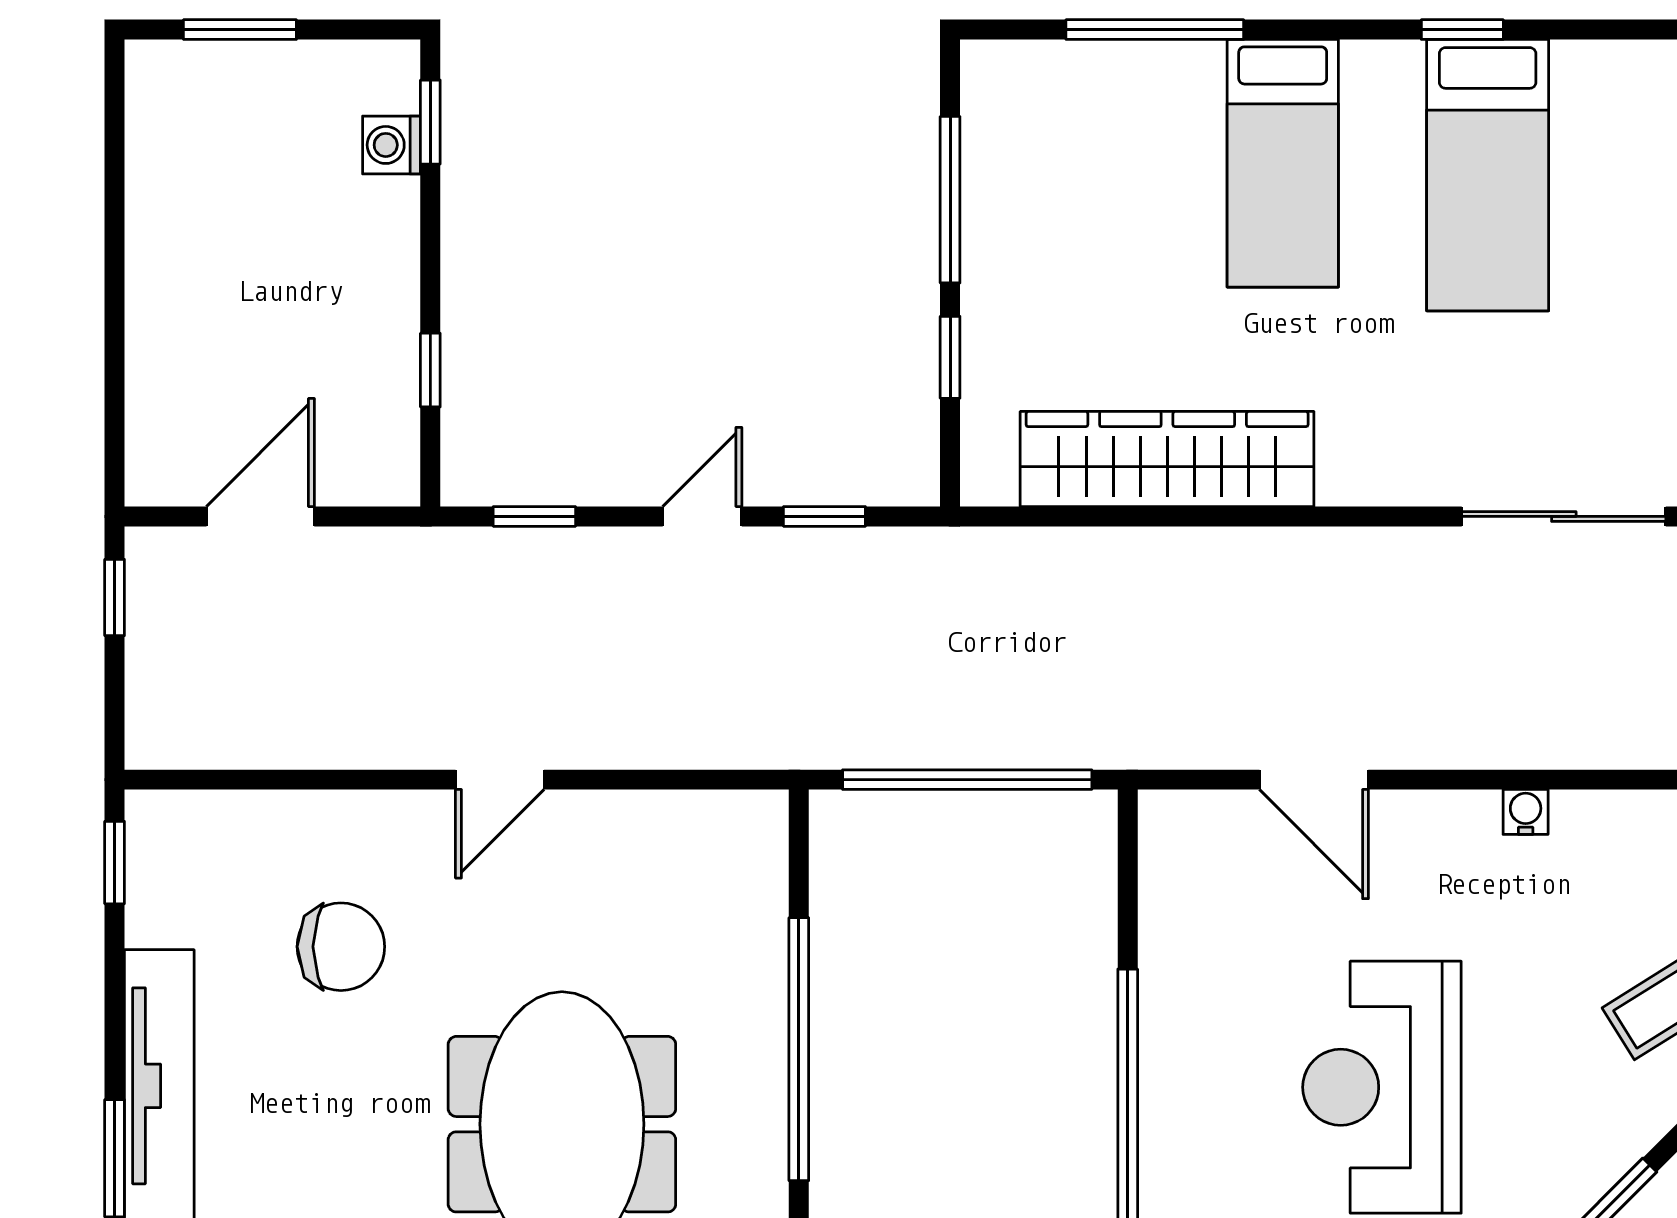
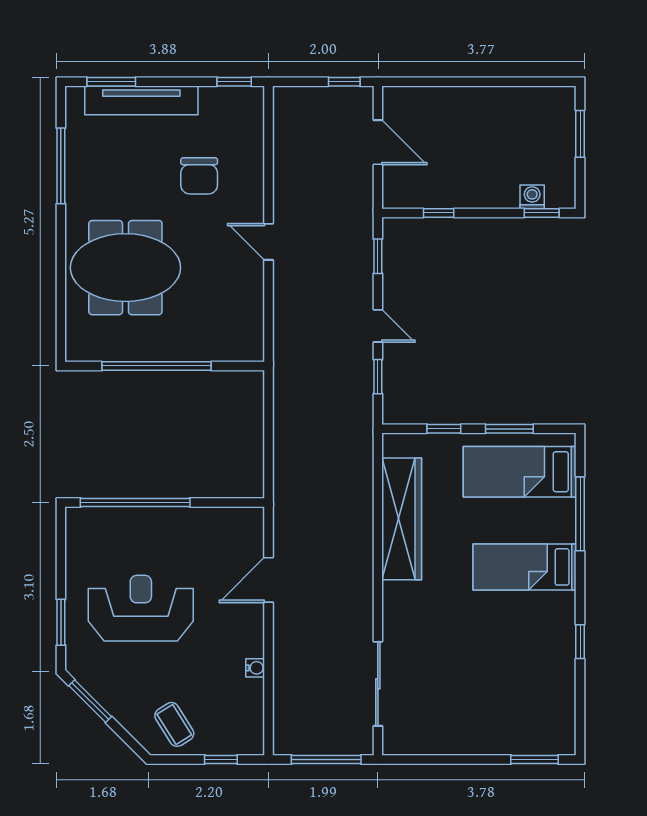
bed: (1488, 175) -> (520, 472), moved
window: (950, 200) -> (509, 429), width x0.69
window: (967, 780) -> (269, 436), removed

